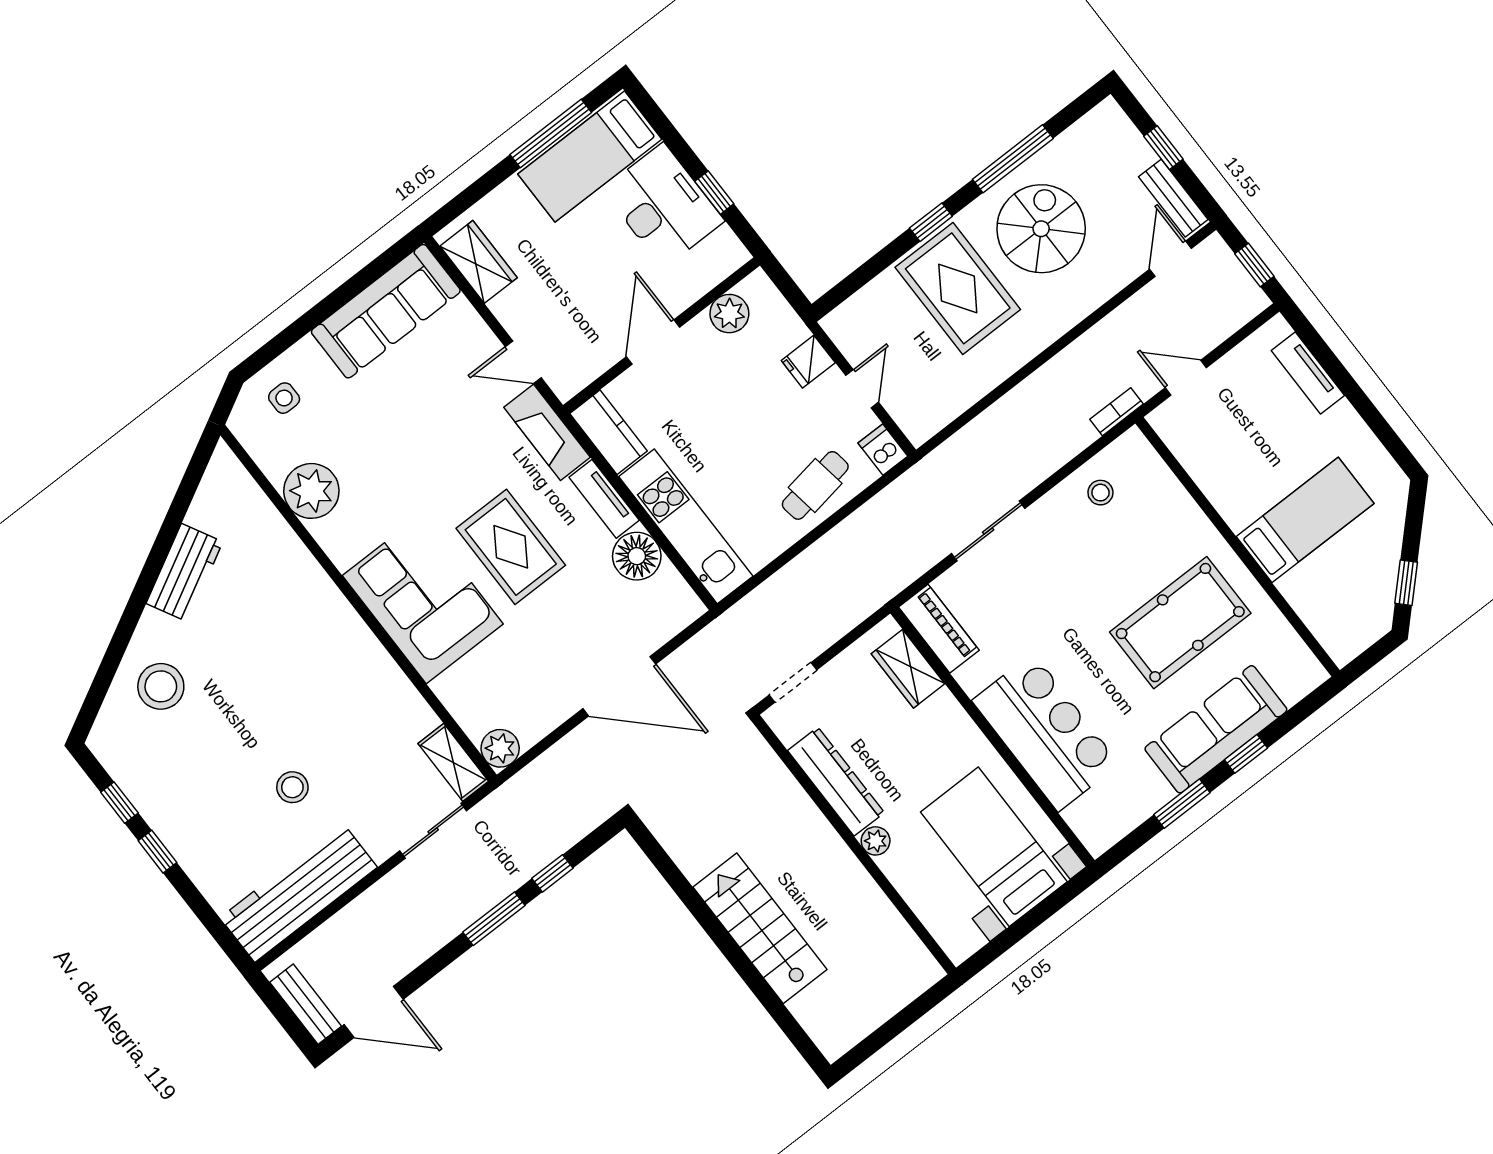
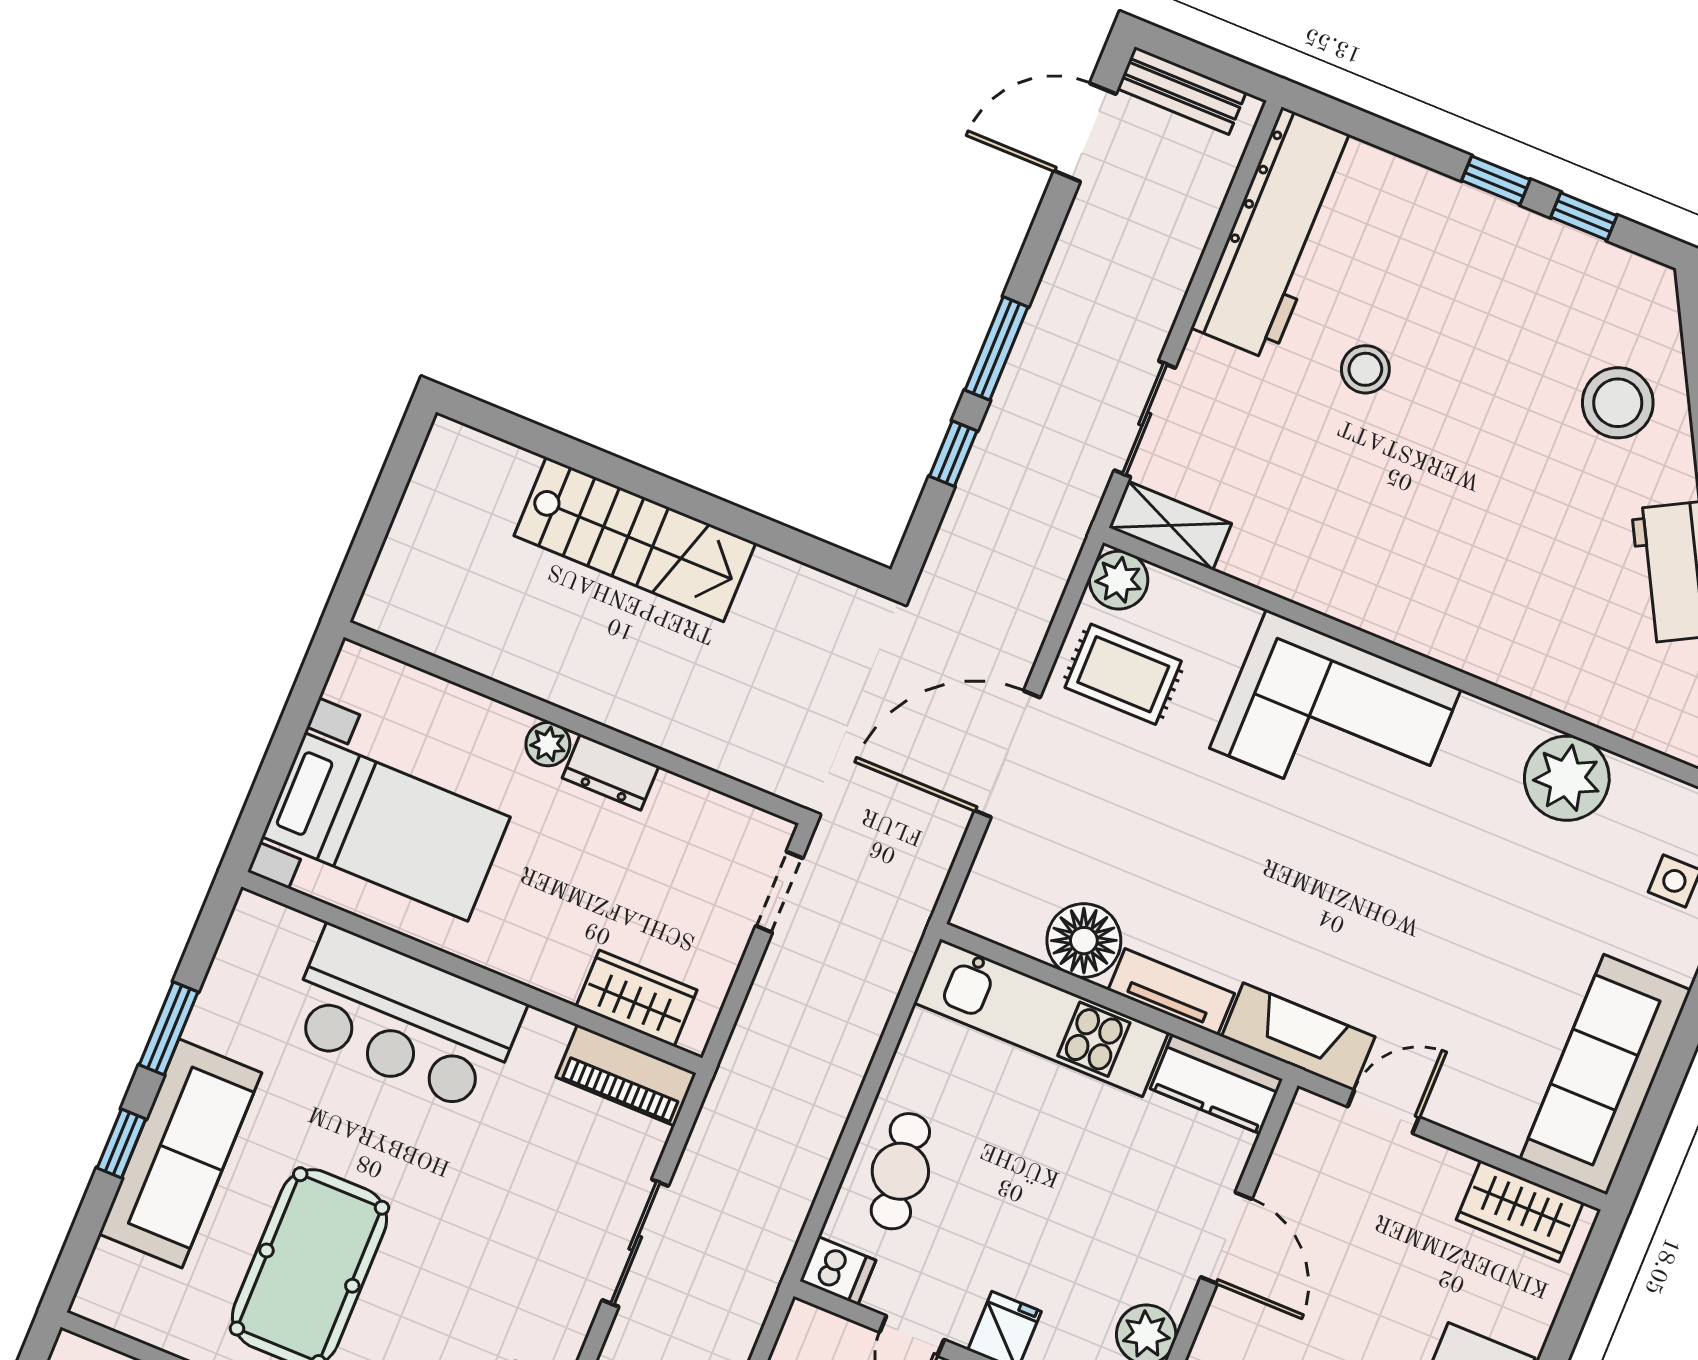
rug: (511, 547) -> (1123, 674), moved, width x0.73, depth x0.70
dresser: (836, 782) -> (611, 772), width x0.51, depth x0.80

